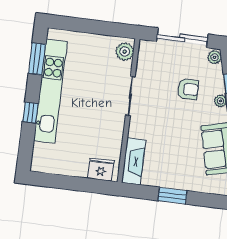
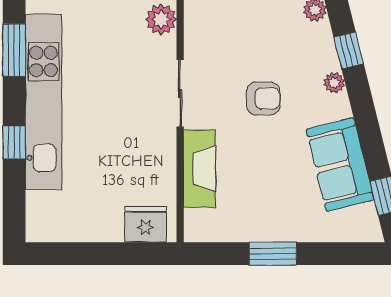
armchair: (188, 89) -> (263, 98), moved
fireplace: (134, 161) -> (199, 168), moved

